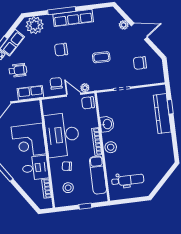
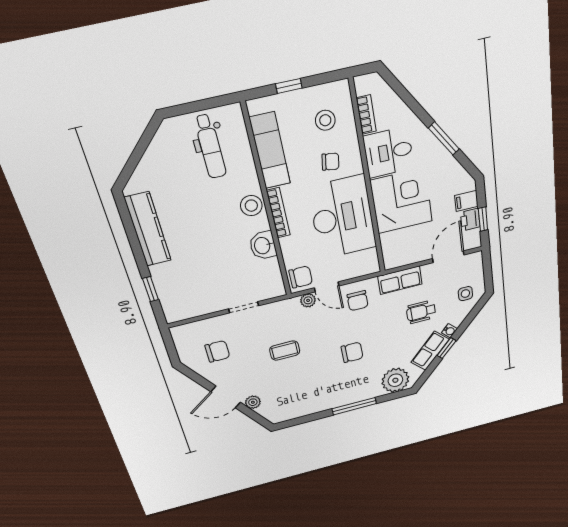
row of seats: (73, 18) -> (336, 399), removed
kitchen counter: (162, 114) -> (148, 229), moved
dental chair: (128, 180) -> (210, 147), turned -90

